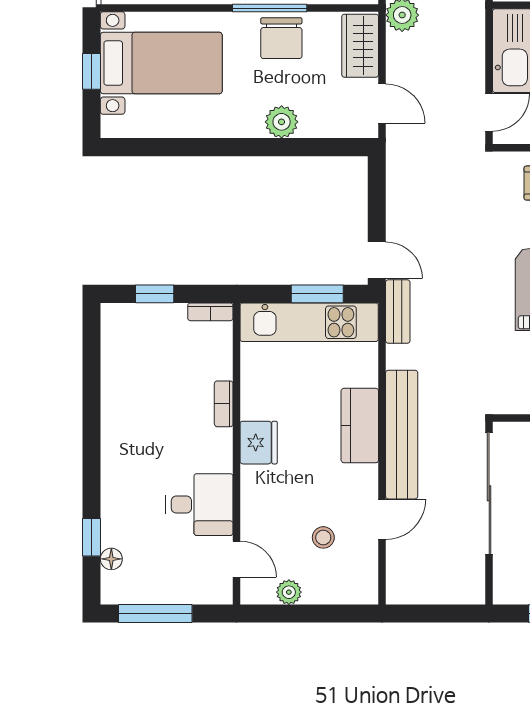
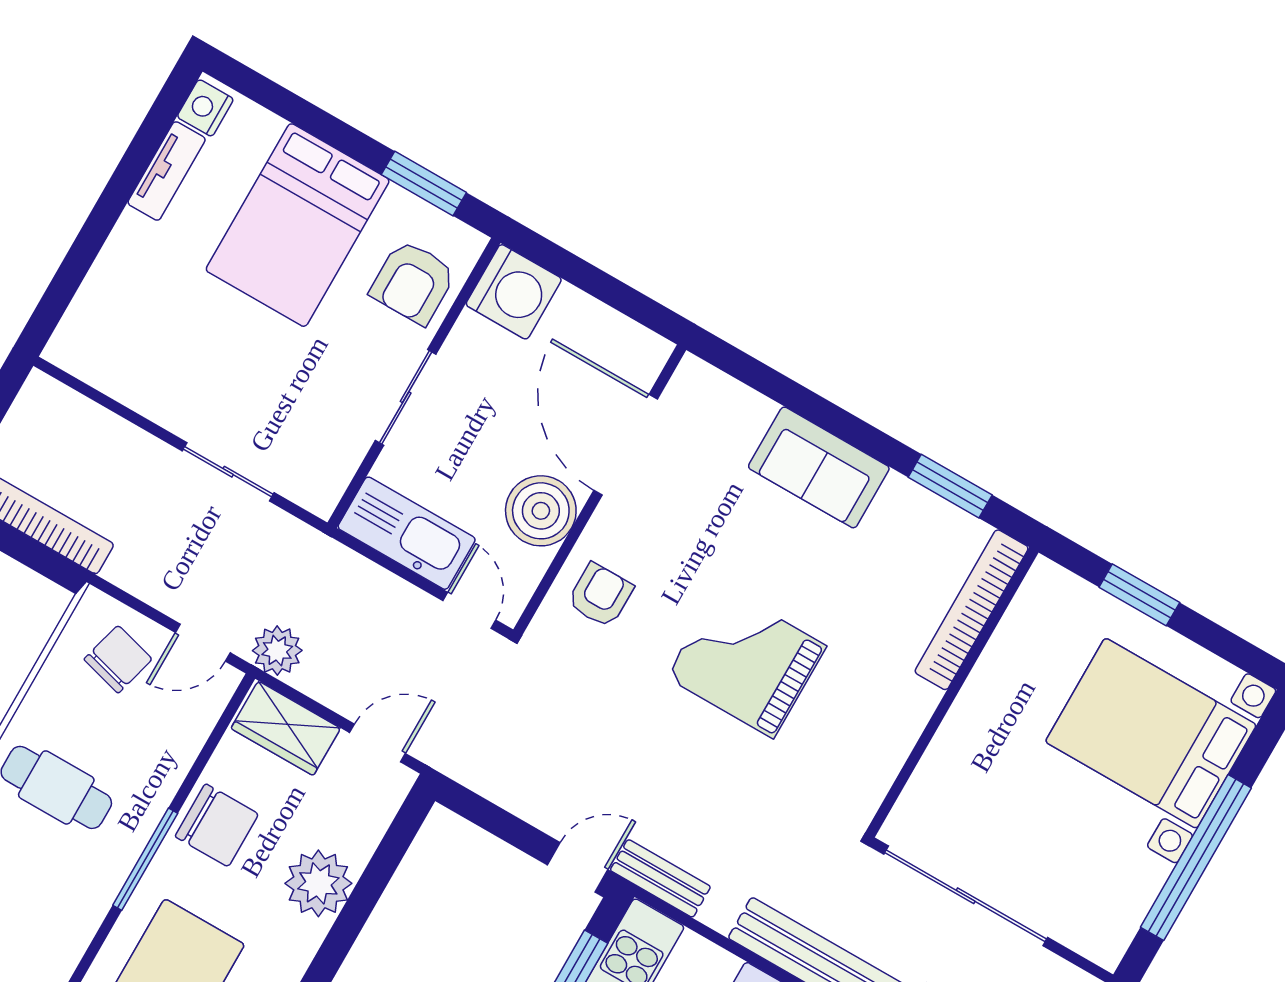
window: (270, 8) -> (145, 859), moved
plant: (282, 122) -> (318, 883), width x1.36, depth x1.36

